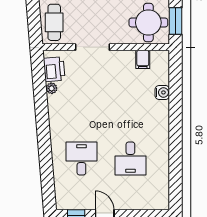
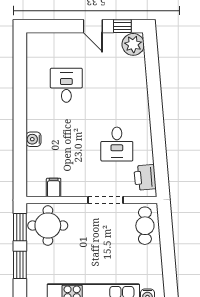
plant: (52, 88) -> (133, 44), moved, width x1.88, depth x1.88
water cooler: (162, 92) -> (33, 139), moved
desk: (81, 159) -> (117, 144), moved

